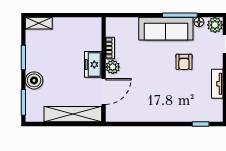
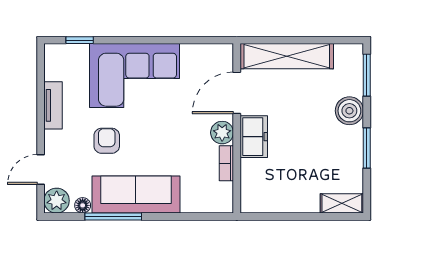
corner sofa: (167, 102) -> (135, 76), added

